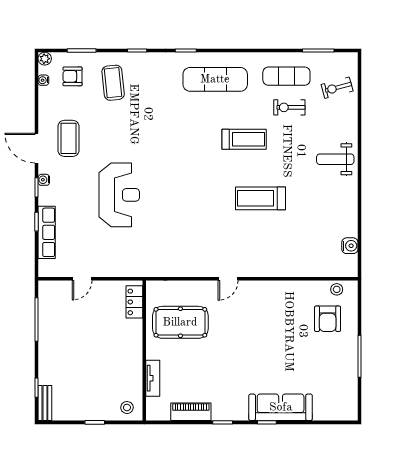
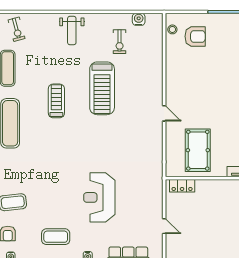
exercise bike: (289, 107) -> (120, 42), moved
reception desk: (119, 195) -> (99, 197), turned -90
treadmill: (260, 198) -> (102, 88), width x1.37, depth x1.38

